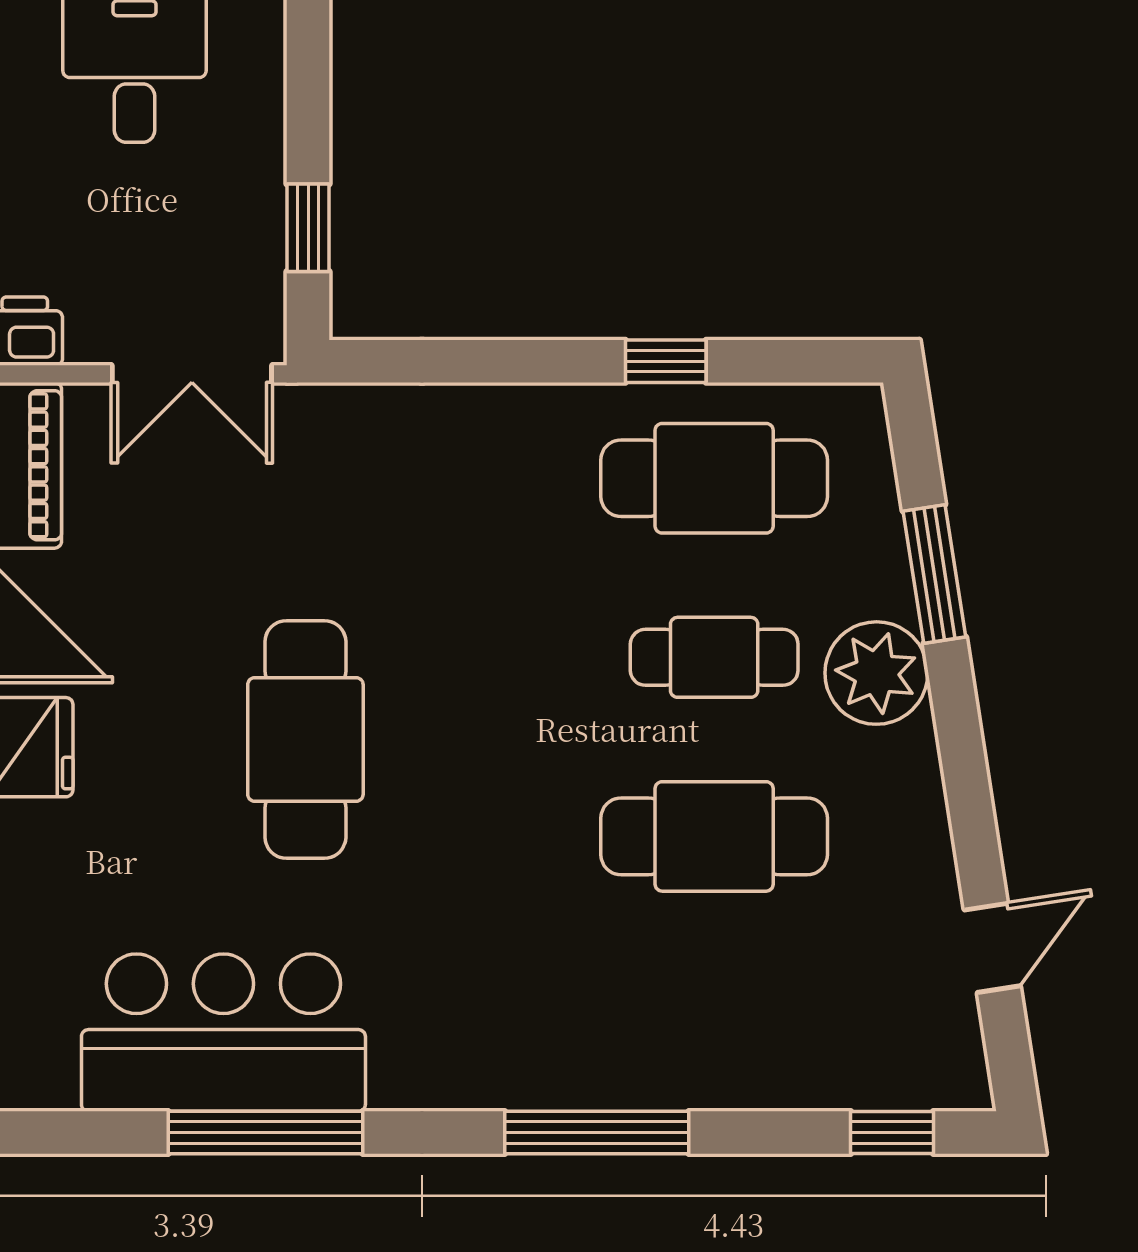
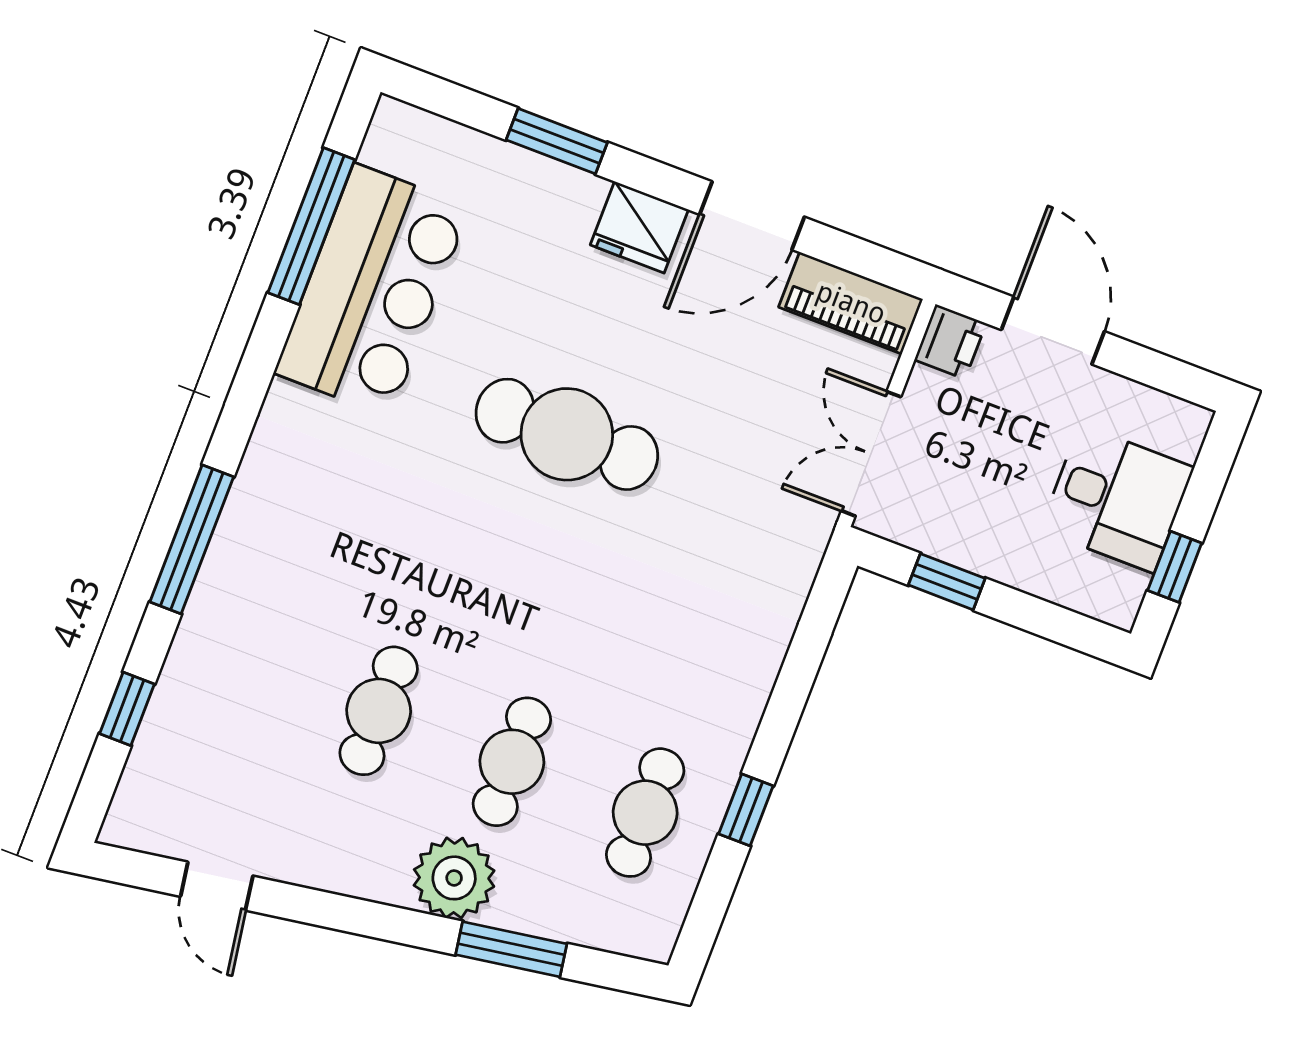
cafe table: (714, 478) -> (645, 813), width x0.73, depth x0.74
cafe table: (714, 836) -> (379, 711), width x0.73, depth x0.74
window: (265, 1133) -> (311, 226), moved
window: (892, 1133) -> (127, 709), moved

